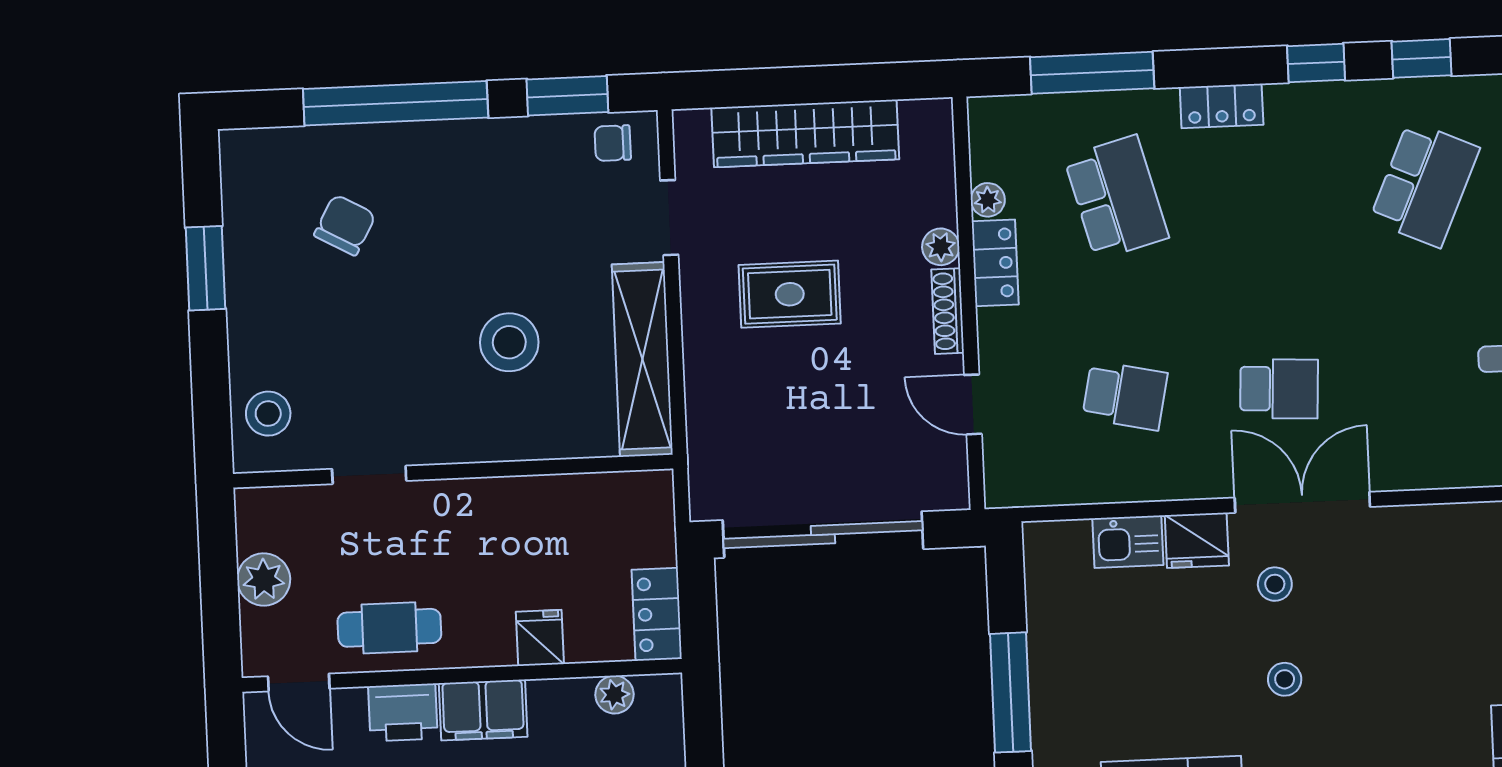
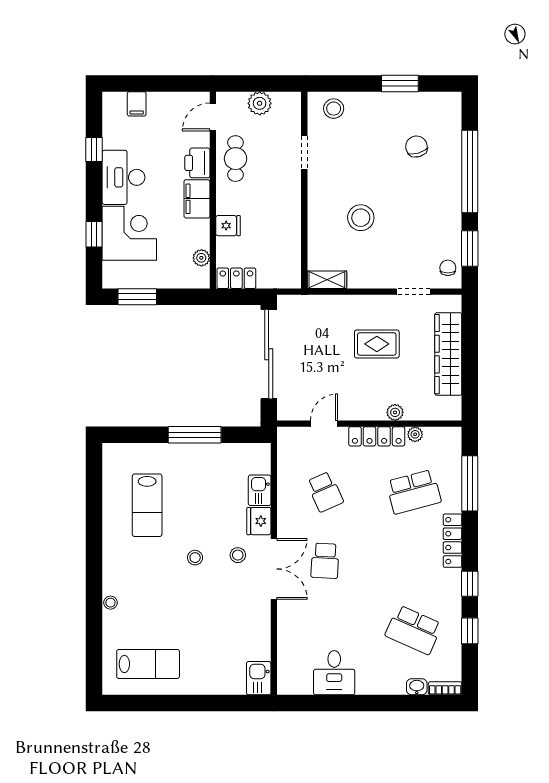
locker: (1222, 106) -> (452, 541), width x1.53
chair: (345, 225) -> (416, 147), turned -135
locker: (995, 263) -> (377, 436), width x1.53
rug: (790, 294) -> (377, 344), turned 90
shoe rack: (948, 311) -> (366, 414), removed
shelving: (642, 360) -> (327, 280), width x0.45, depth x0.75
school desk: (1125, 396) -> (325, 492), turned -36

